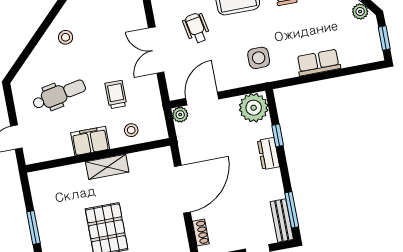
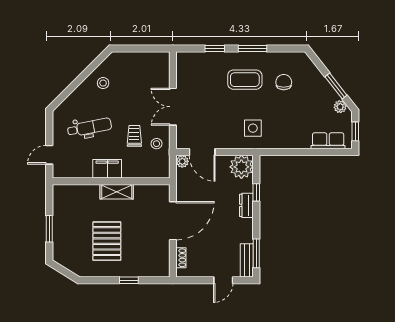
wheelchair: (196, 28) -> (208, 95), removed
row of seats: (318, 63) -> (328, 141), moved
door: (202, 99) -> (202, 152), swing flipped
stool: (131, 130) -> (157, 144), moved

